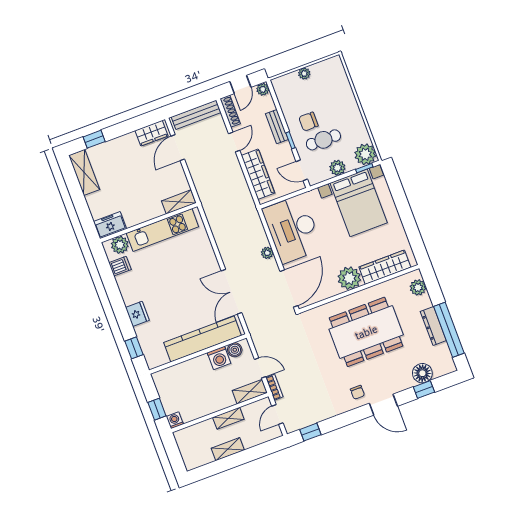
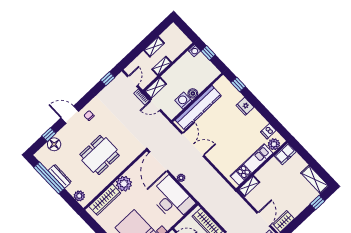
dining table: (366, 332) -> (100, 155), width x0.73, depth x0.80
boiler: (235, 350) -> (193, 93), moved

